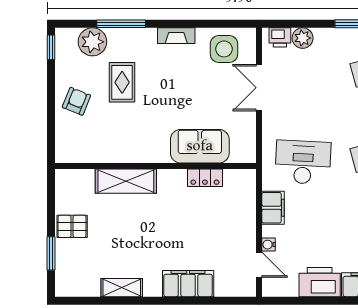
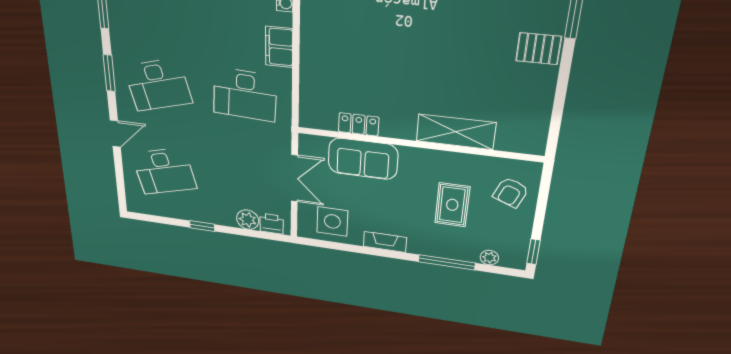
plant: (92, 42) -> (489, 258), width x0.53, depth x0.53
sofa: (200, 146) -> (363, 159), moved
wall: (155, 166) -> (417, 144), moved
locker: (205, 178) -> (359, 124), moved
shelving: (126, 181) -> (456, 132), moved

